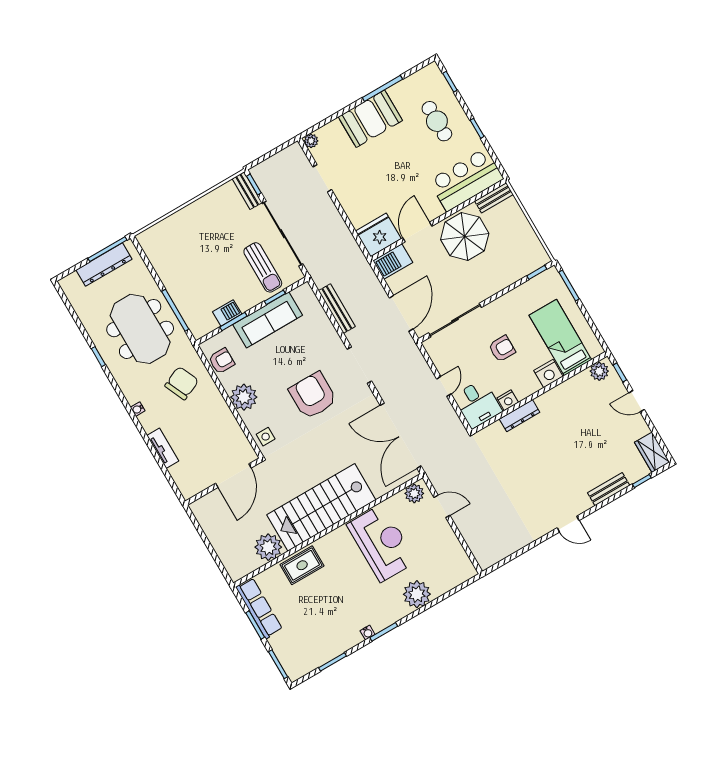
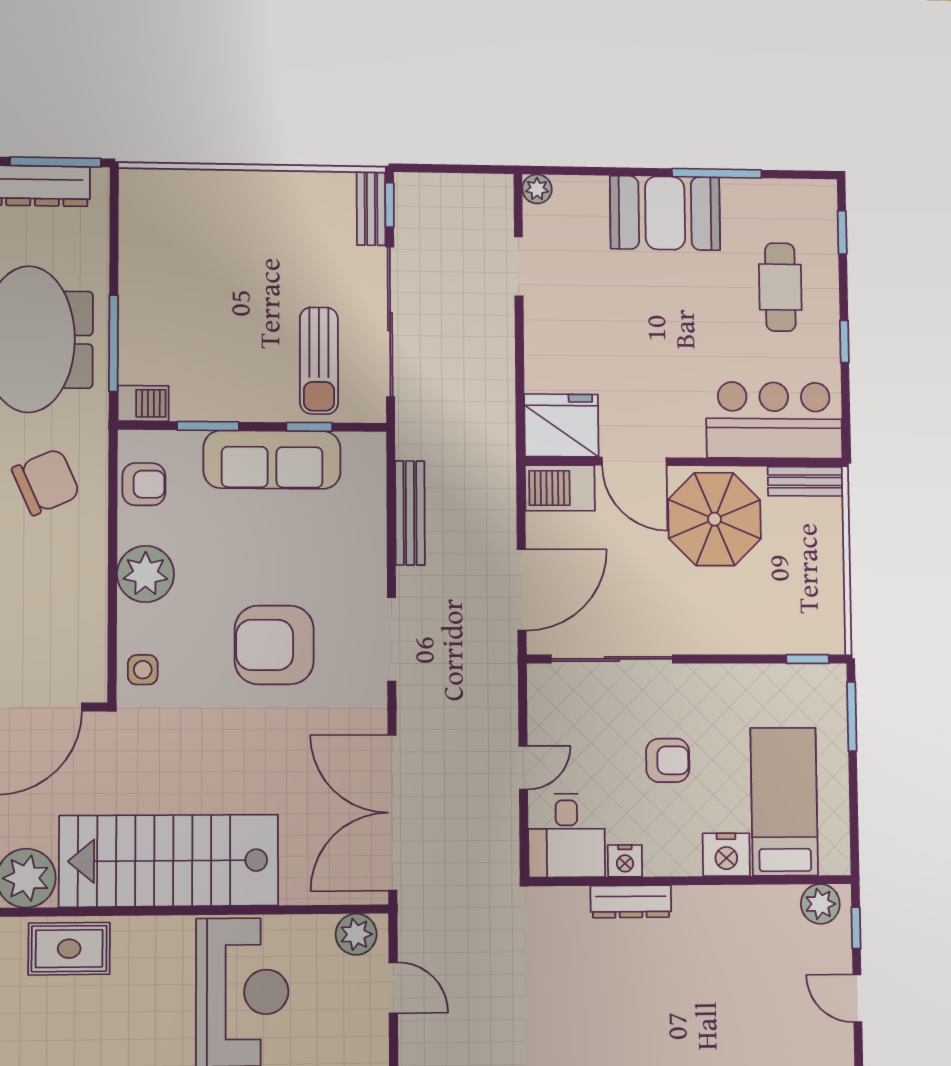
door: (417, 232) -> (634, 461), swing flipped
barbecue: (227, 313) -> (143, 403), moved
armchair: (313, 395) -> (274, 645), turned -90

